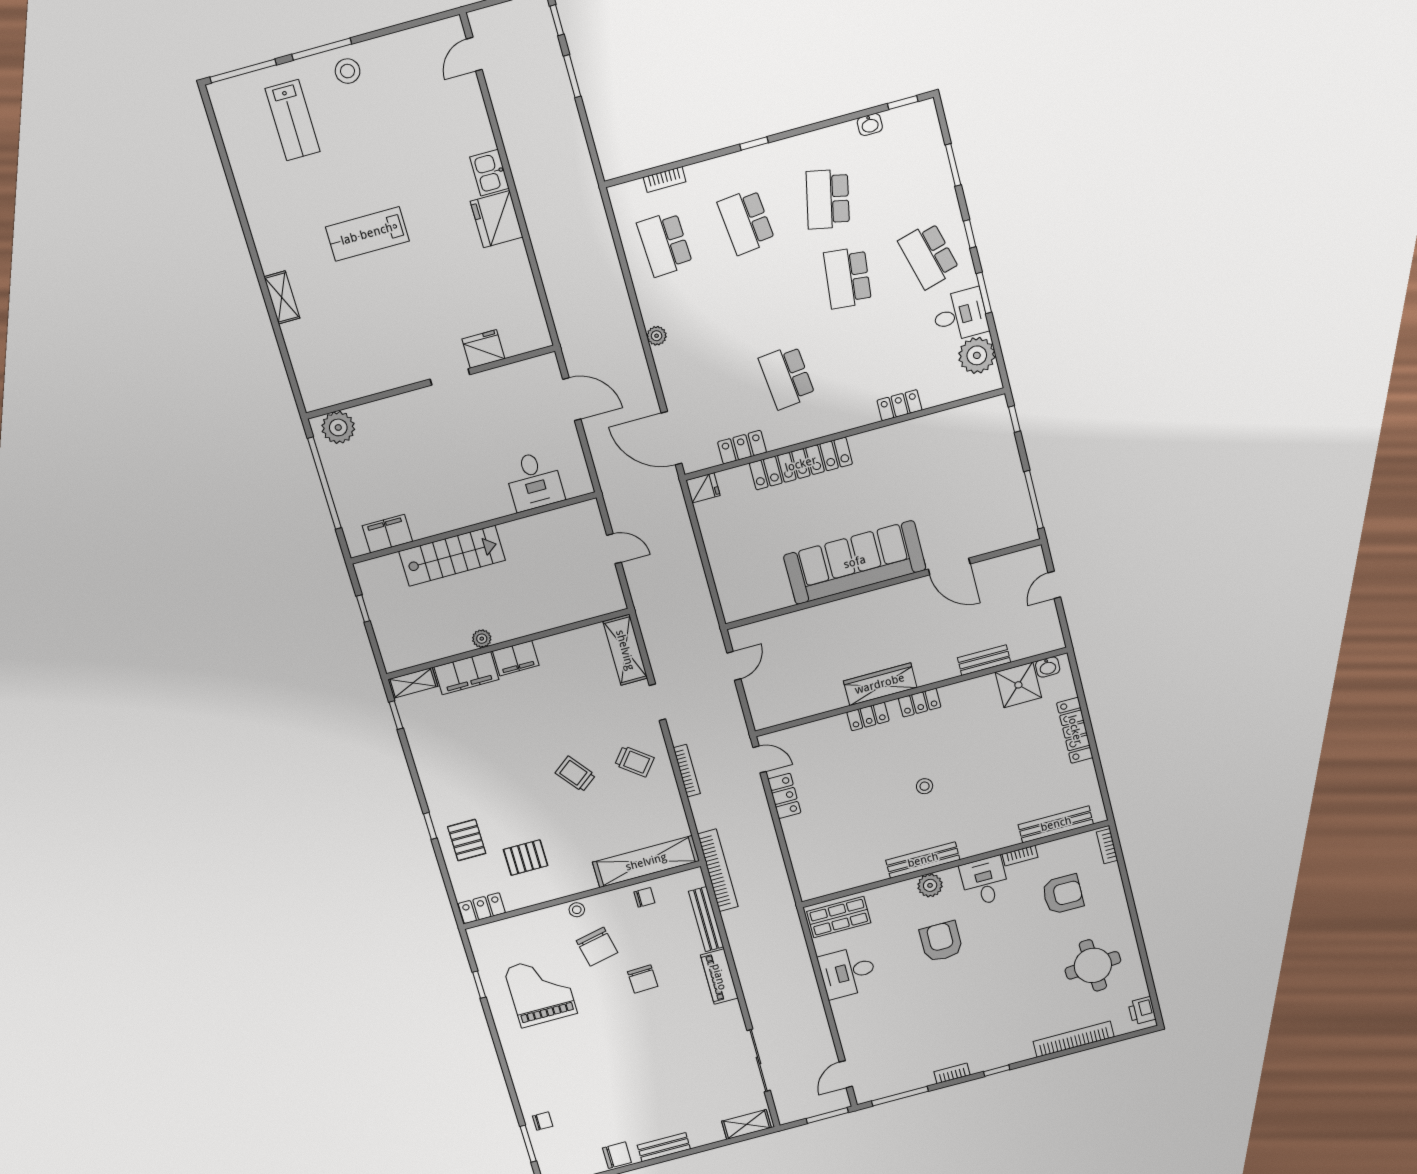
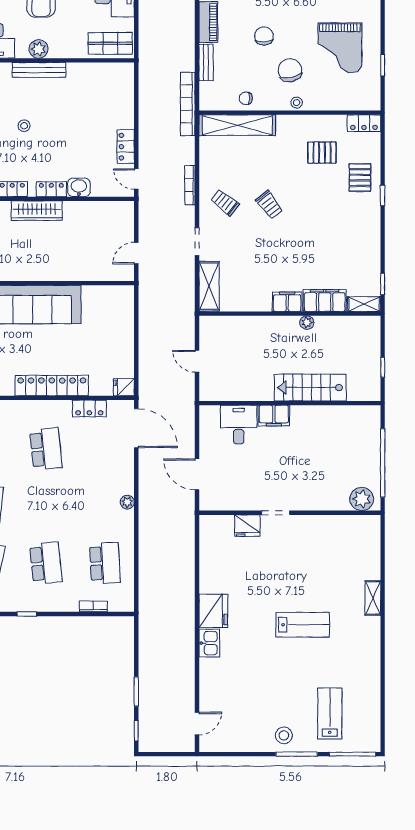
filing cabinet: (387, 534) -> (274, 416), moved
washbasin: (832, 729) -> (79, 187), added
bench: (706, 919) -> (206, 62), width x0.73

